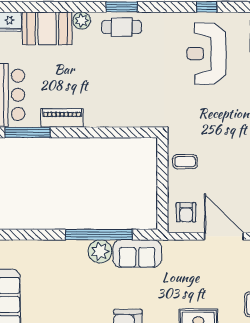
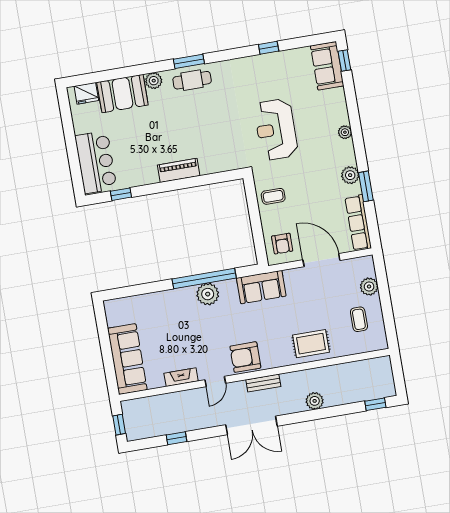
reception desk: (206, 54) -> (276, 129), moved
piano: (62, 118) -> (179, 170), moved
window: (28, 132) -> (121, 194), width x0.46
sofa: (137, 254) -> (261, 287), moved

